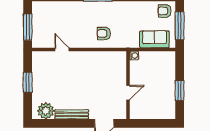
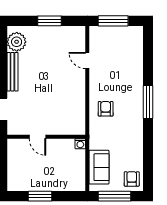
door: (62, 49) -> (87, 61), swing flipped

